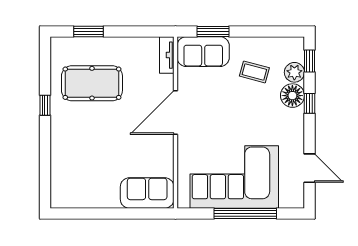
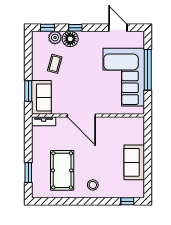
window: (45, 105) -> (127, 201), moved
stool: (70, 130) -> (93, 185), added
door: (310, 168) -> (118, 28), hinge flipped
sofa: (147, 193) -> (134, 162), moved

